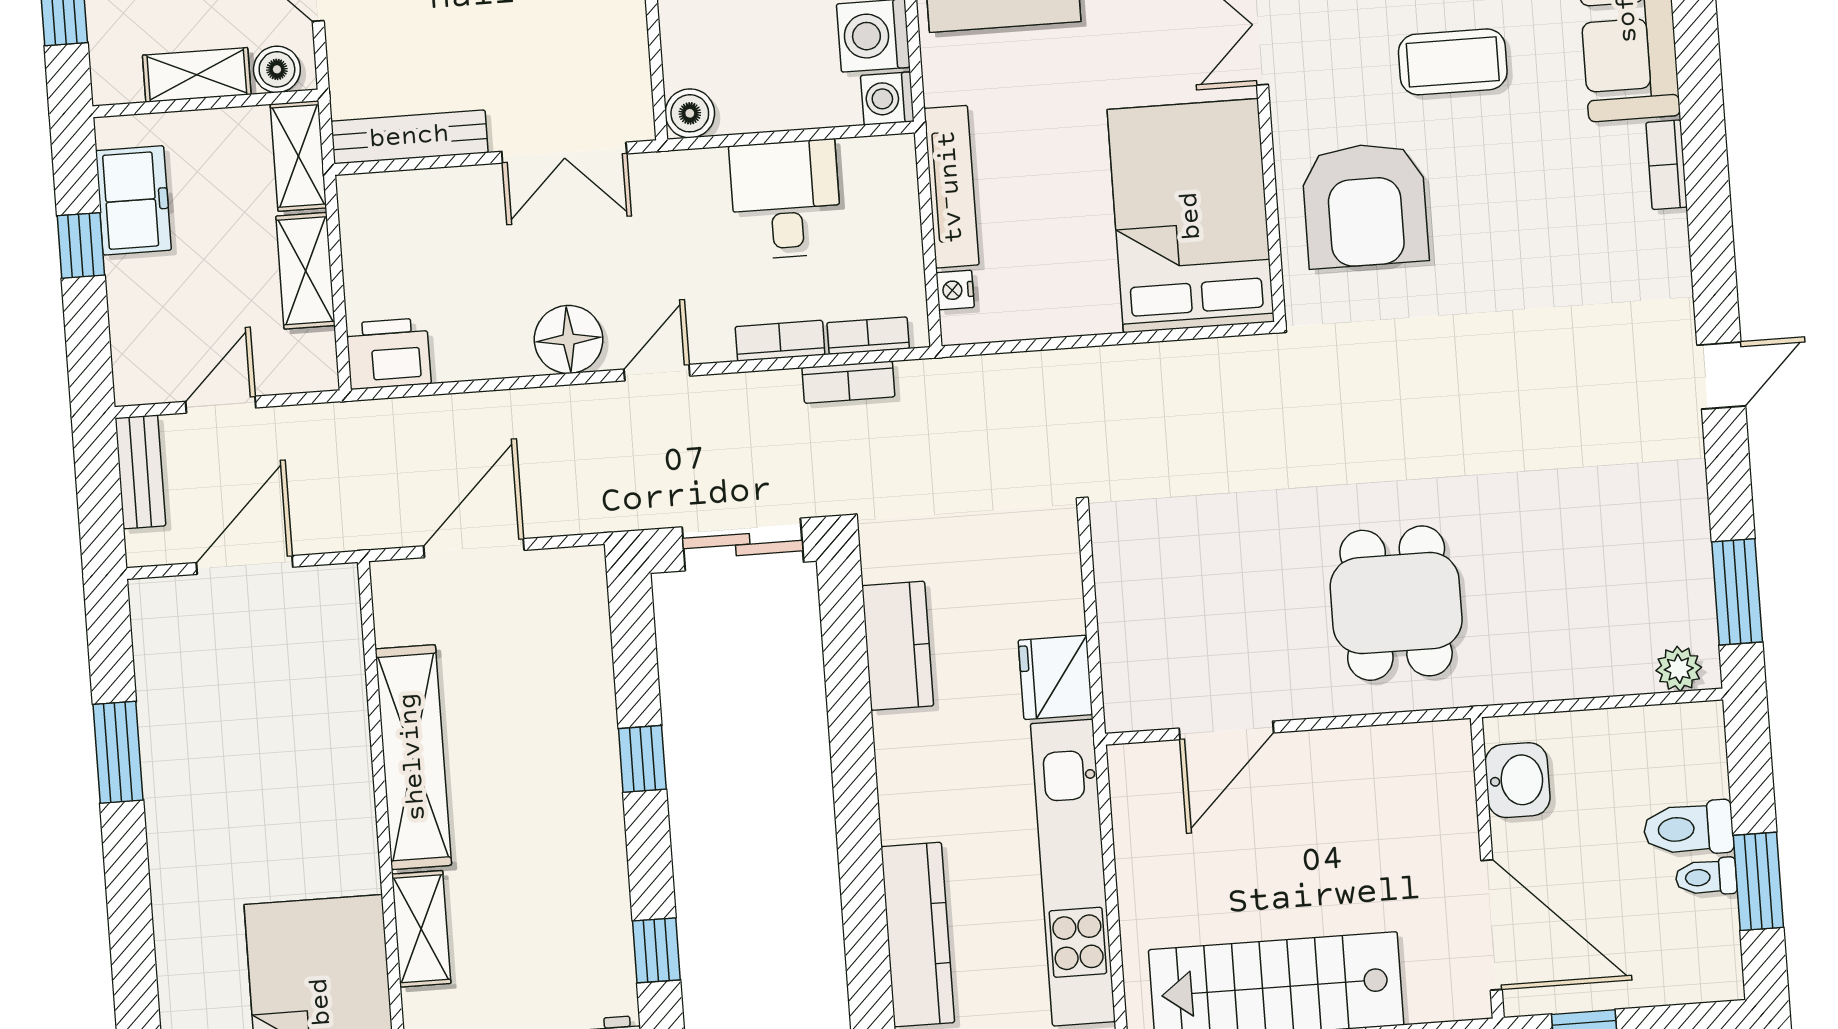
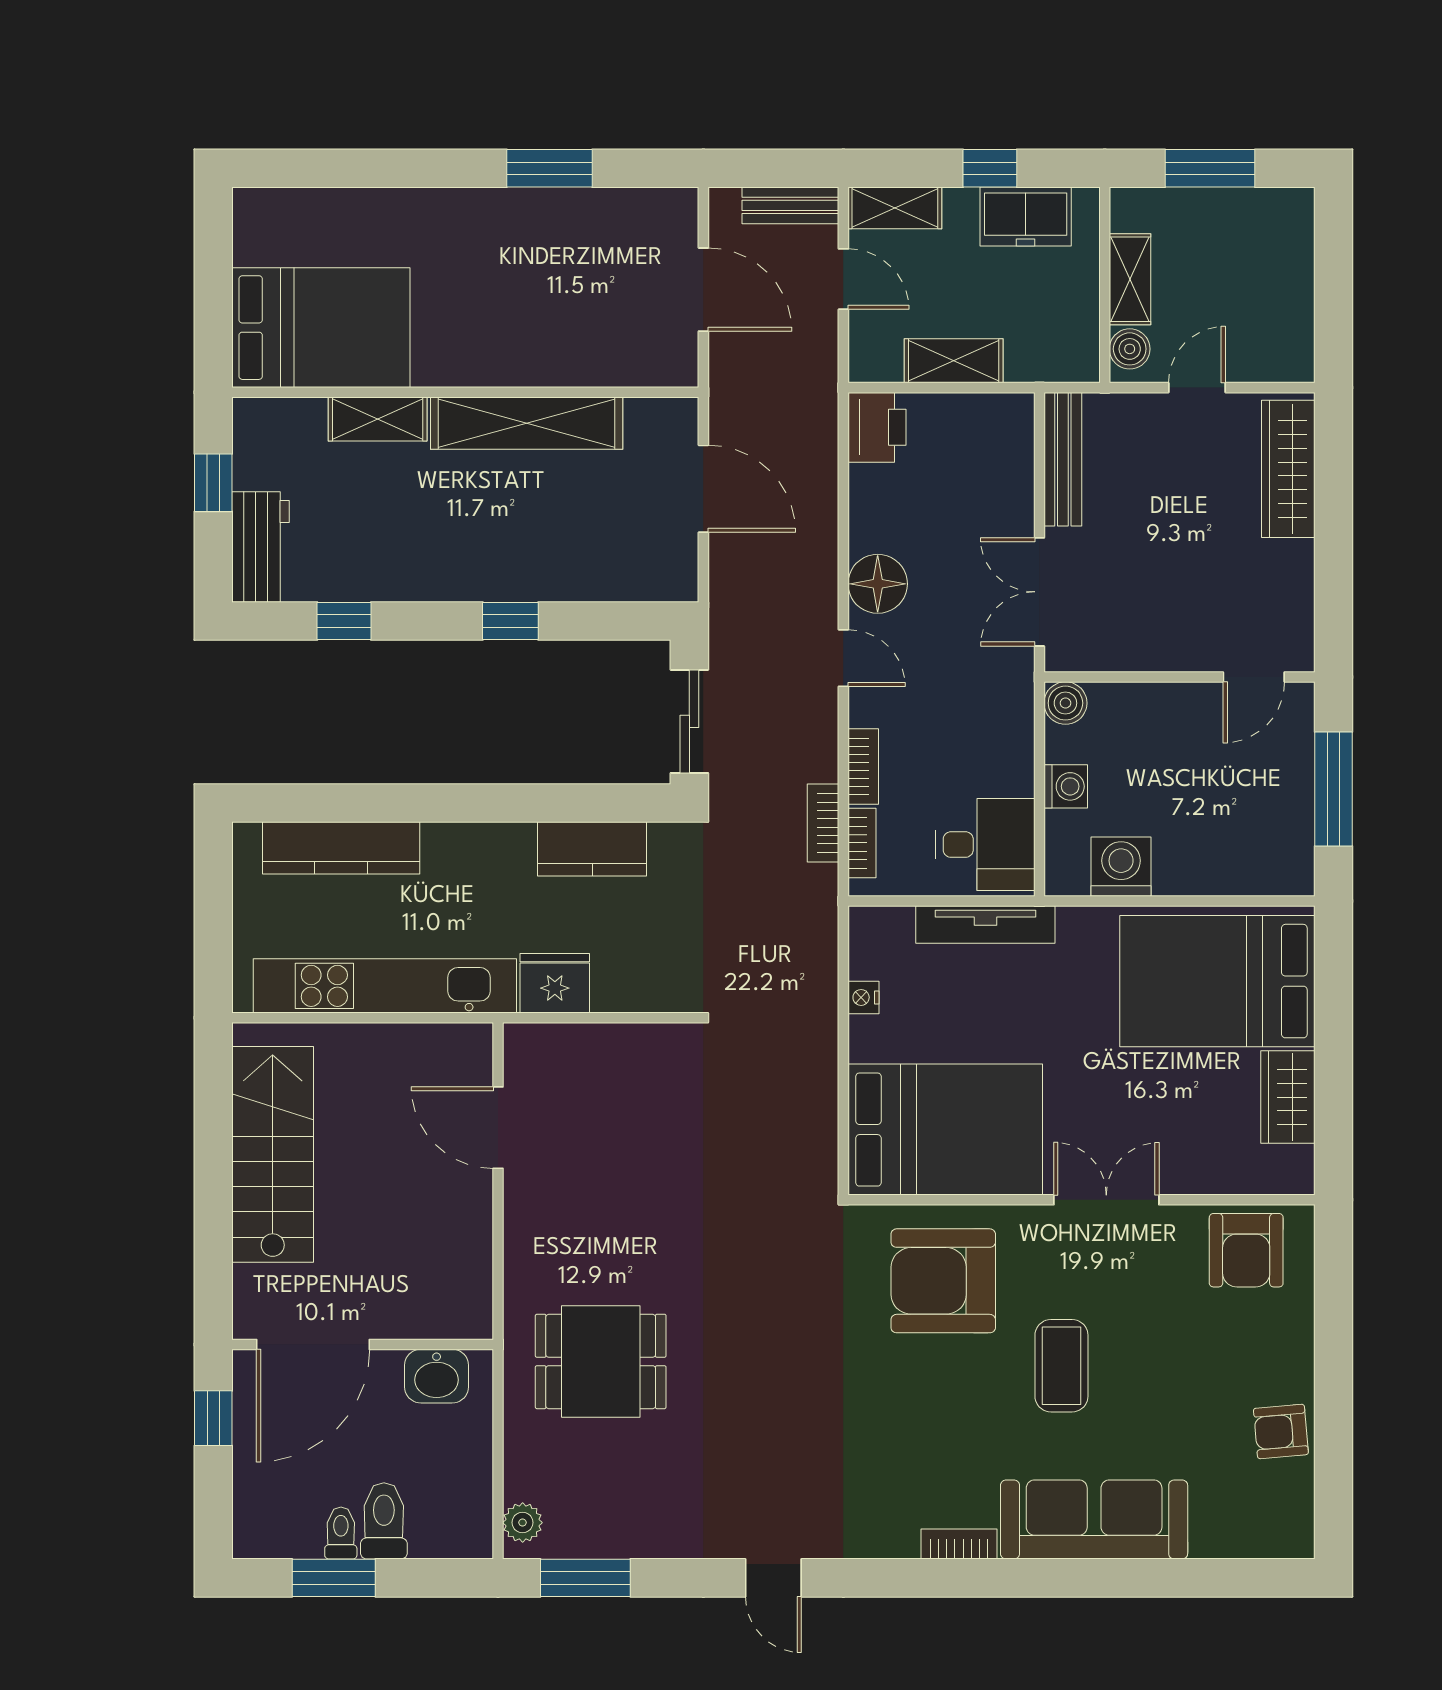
washing machine: (887, 98) -> (1066, 786), moved, turned 90
shelving: (298, 156) -> (895, 208), moved
desk: (786, 199) -> (985, 845), moved
nightstand: (955, 290) -> (864, 997), moved, turned -90
dining table: (1396, 603) -> (601, 1361), moved

